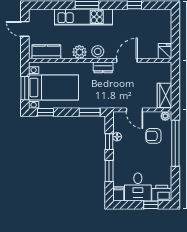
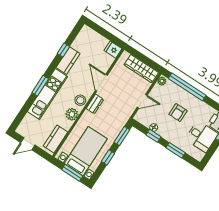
kitchen counter: (127, 16) -> (68, 61), added
wardrobe: (165, 95) -> (141, 69), width x1.50
window: (45, 112) -> (108, 157), moved
armchair: (153, 136) -> (178, 113), moved
filing cabinet: (118, 194) -> (197, 155), removed

